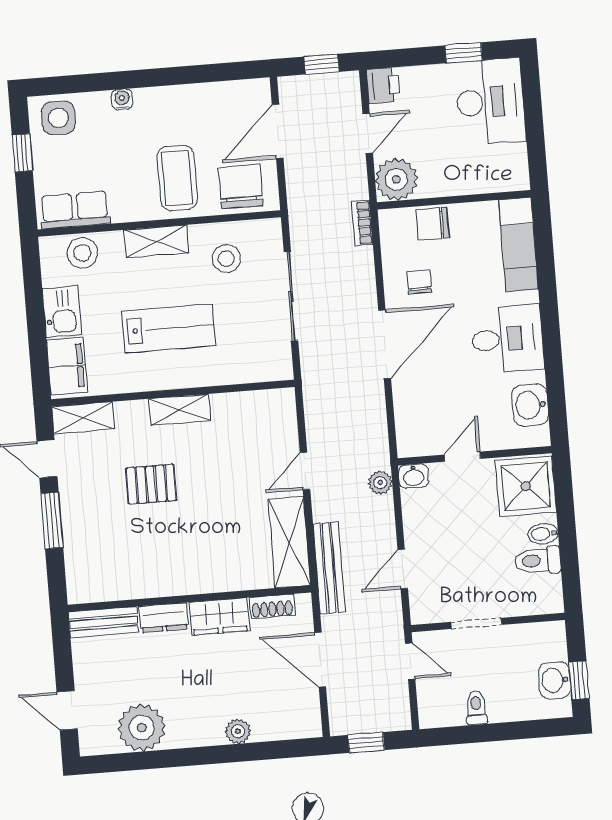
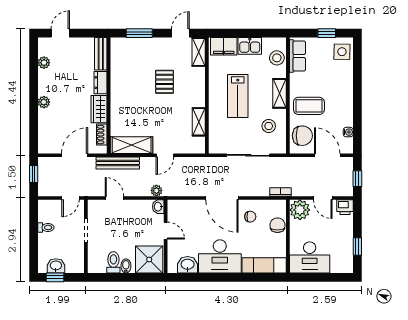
water cooler: (122, 99) -> (348, 132), moved
desk: (490, 102) -> (310, 257), moved
desk: (507, 339) -> (220, 256), width x1.37
shelving: (179, 410) -> (199, 122), moved
door: (305, 471) -> (165, 155), swing flipped
window: (52, 521) -> (139, 33), moved
plant: (142, 728) -> (44, 63), width x0.53, depth x0.53
plant: (238, 731) -> (44, 102), moved

